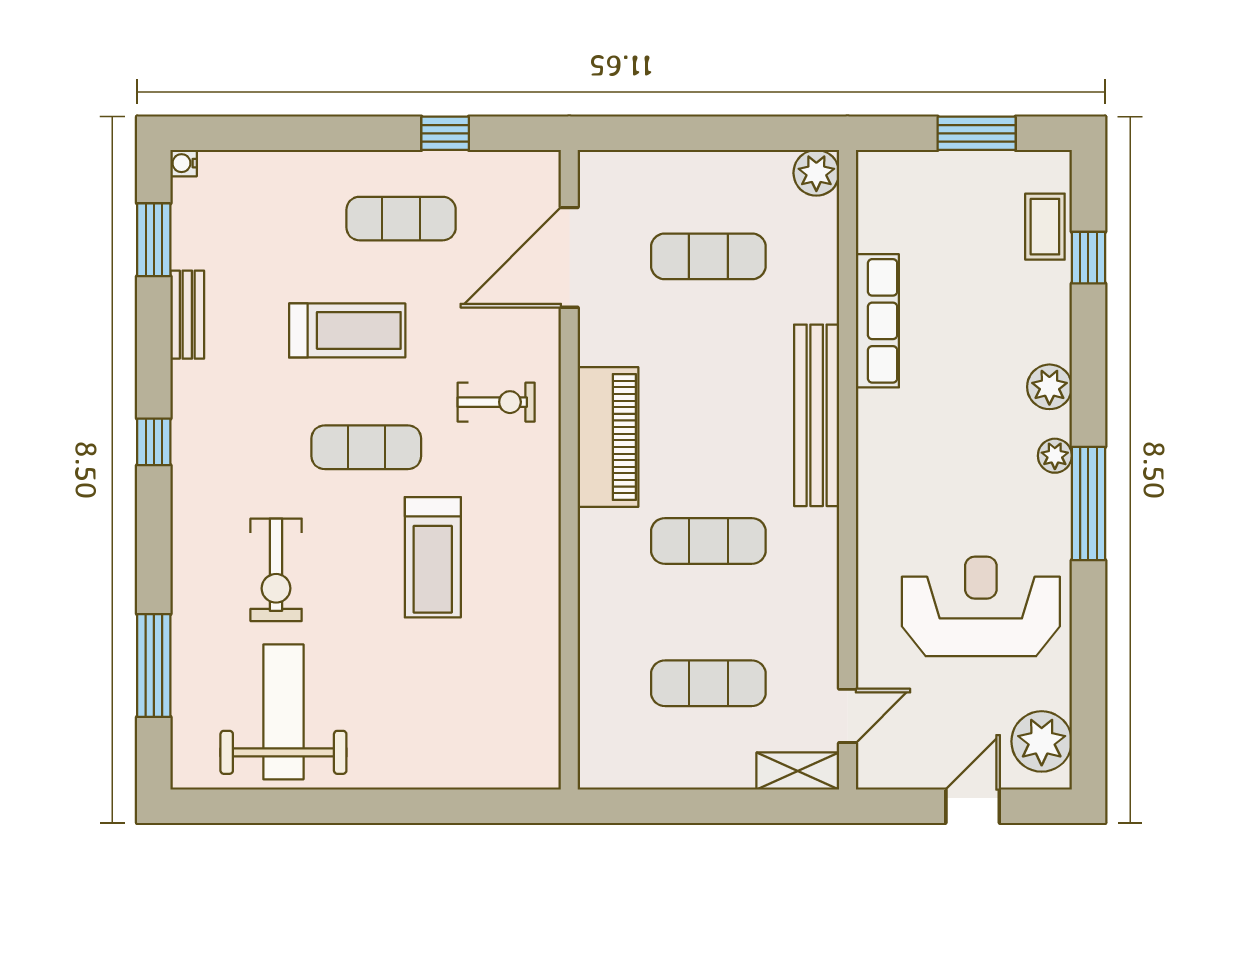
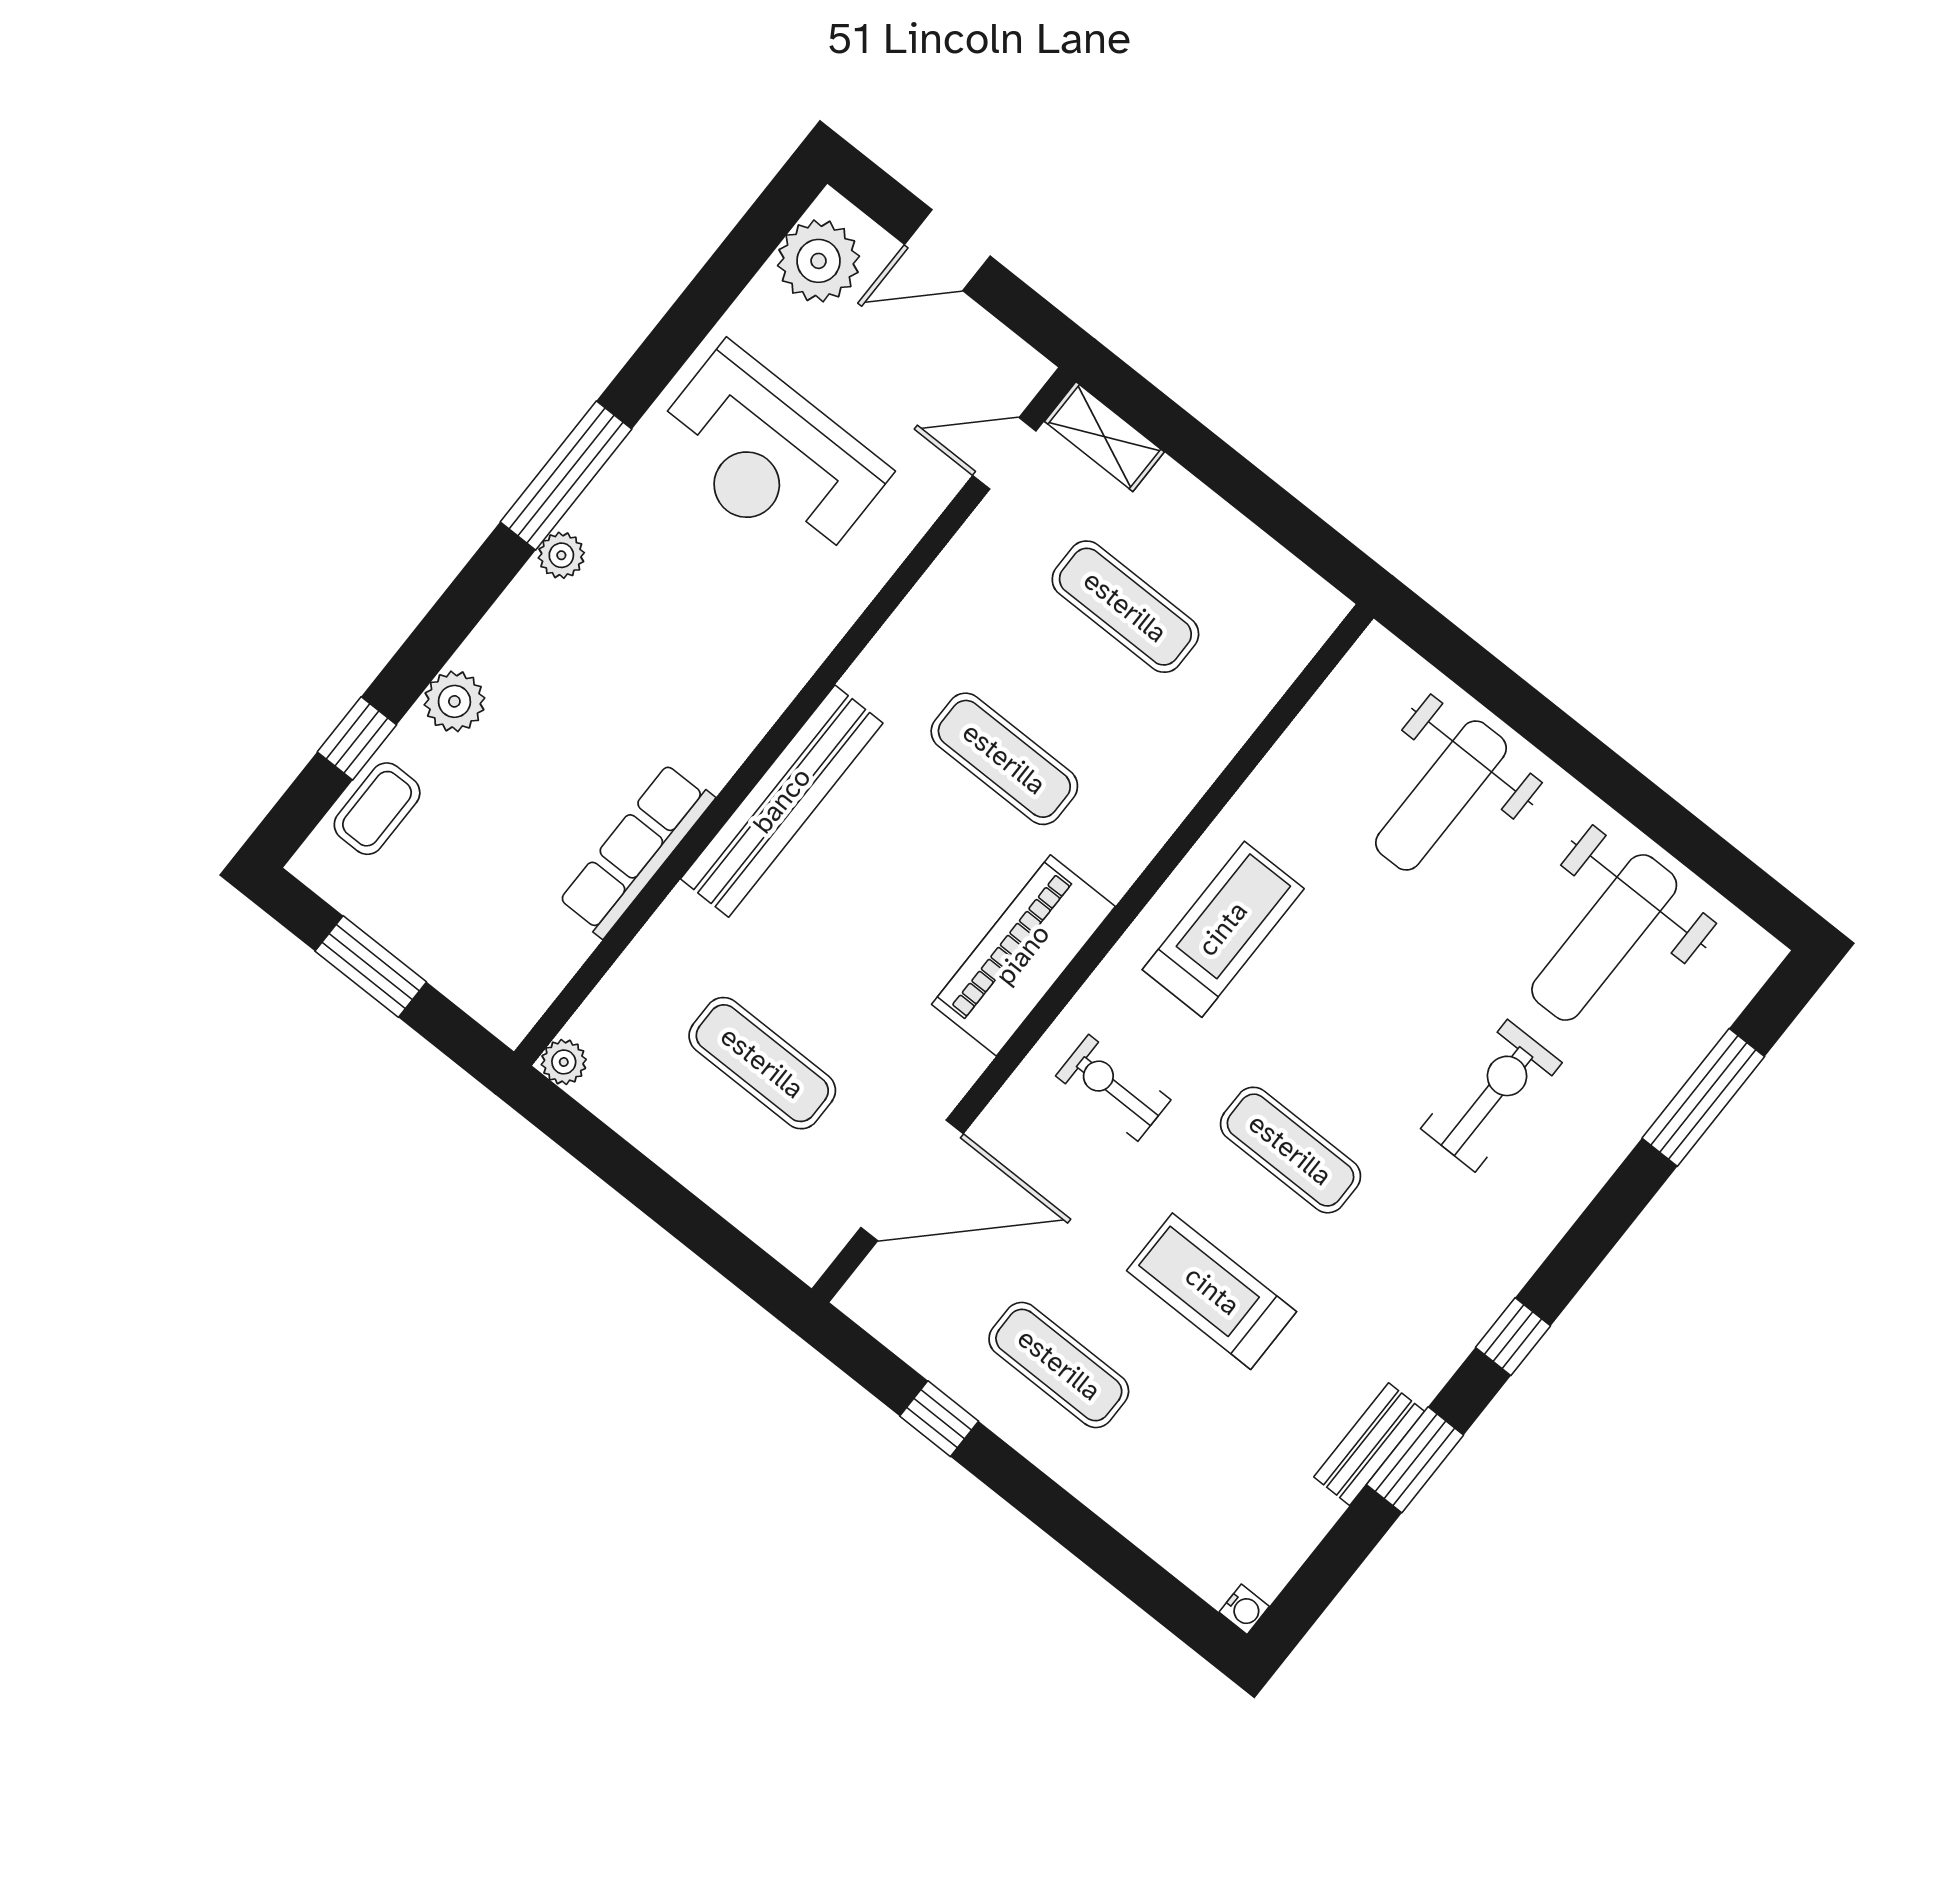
plant: (816, 173) -> (564, 1062), width x0.73, depth x0.73
window: (154, 240) -> (1415, 1460), moved
plant: (1049, 387) -> (454, 701), moved
treadmill: (433, 557) -> (1223, 929), moved
weight bench: (442, 719) -> (1441, 795), added

